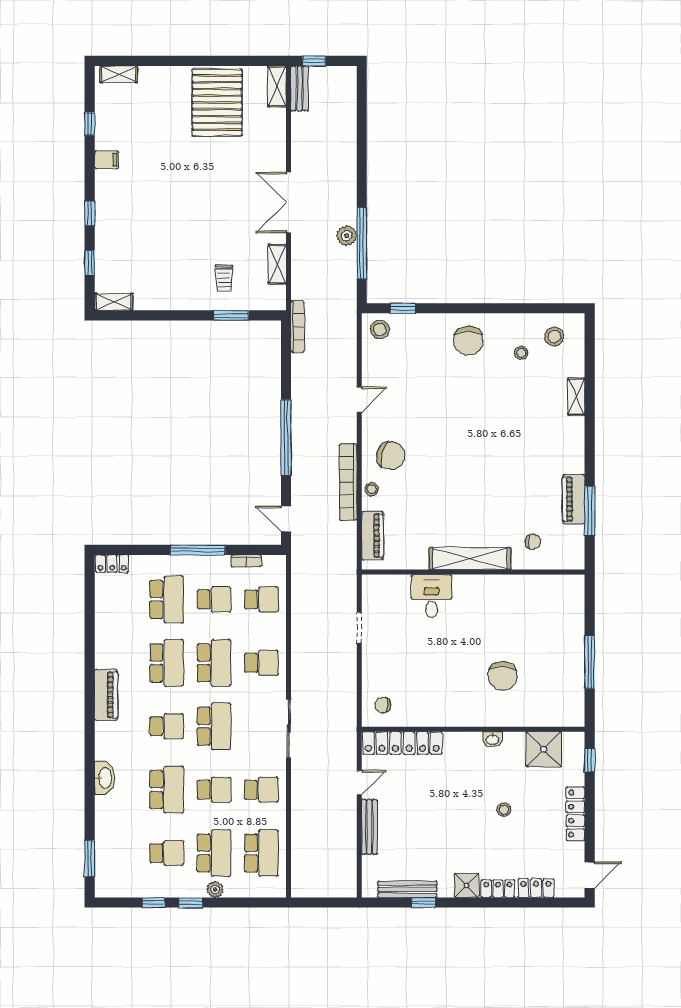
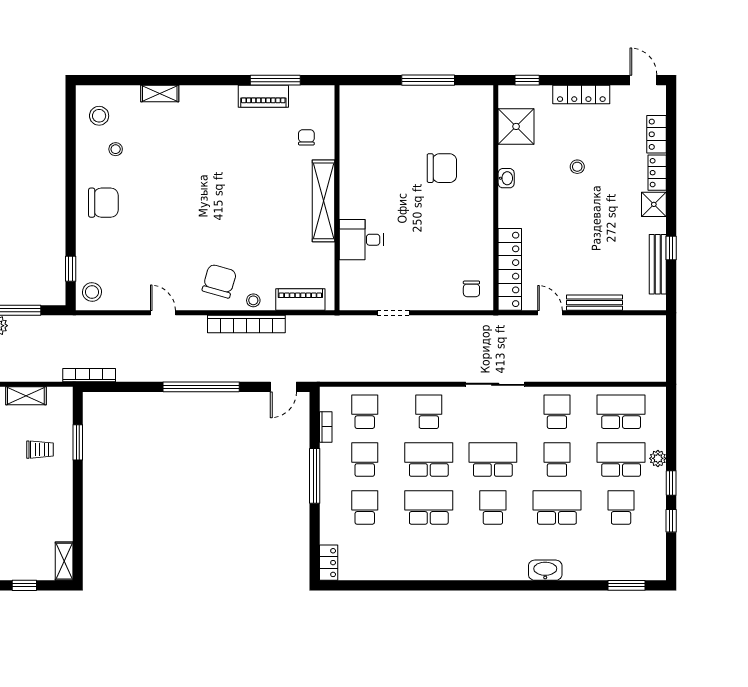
school desk: (167, 599) -> (365, 507), width x0.54
piano: (106, 695) -> (461, 569), removed

